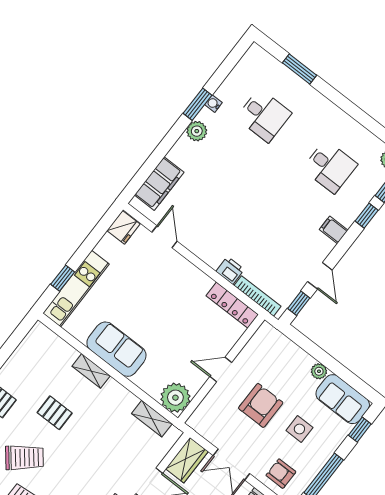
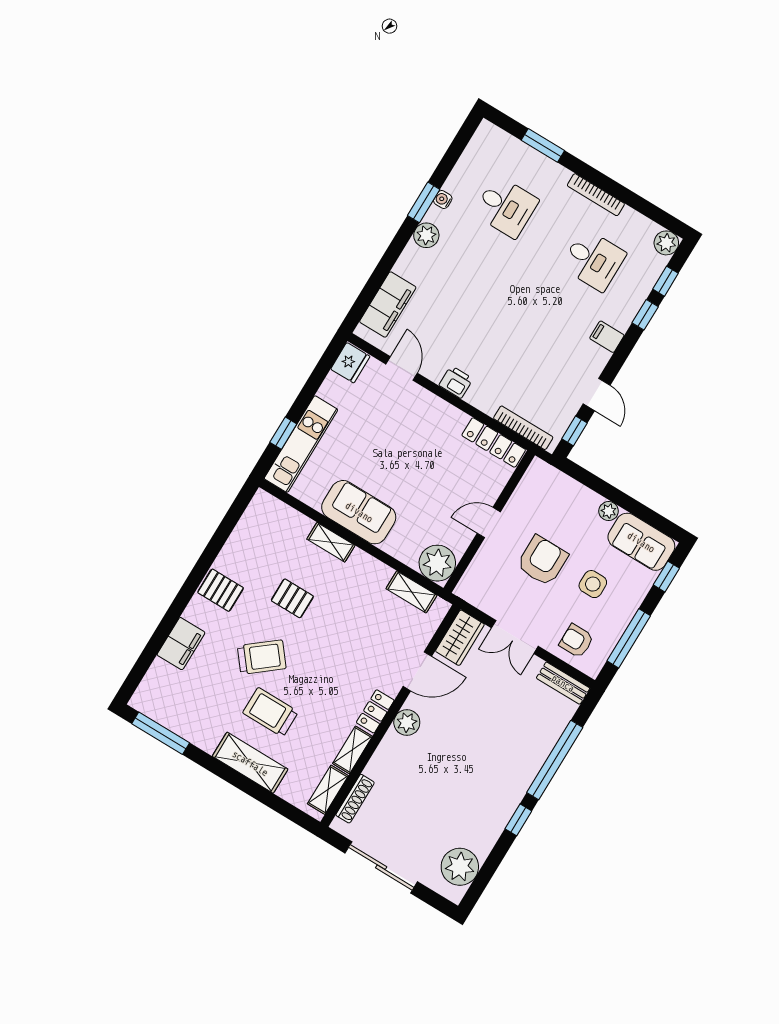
bookcase: (338, 114) -> (596, 195), added
printer: (230, 270) -> (456, 382), moved

